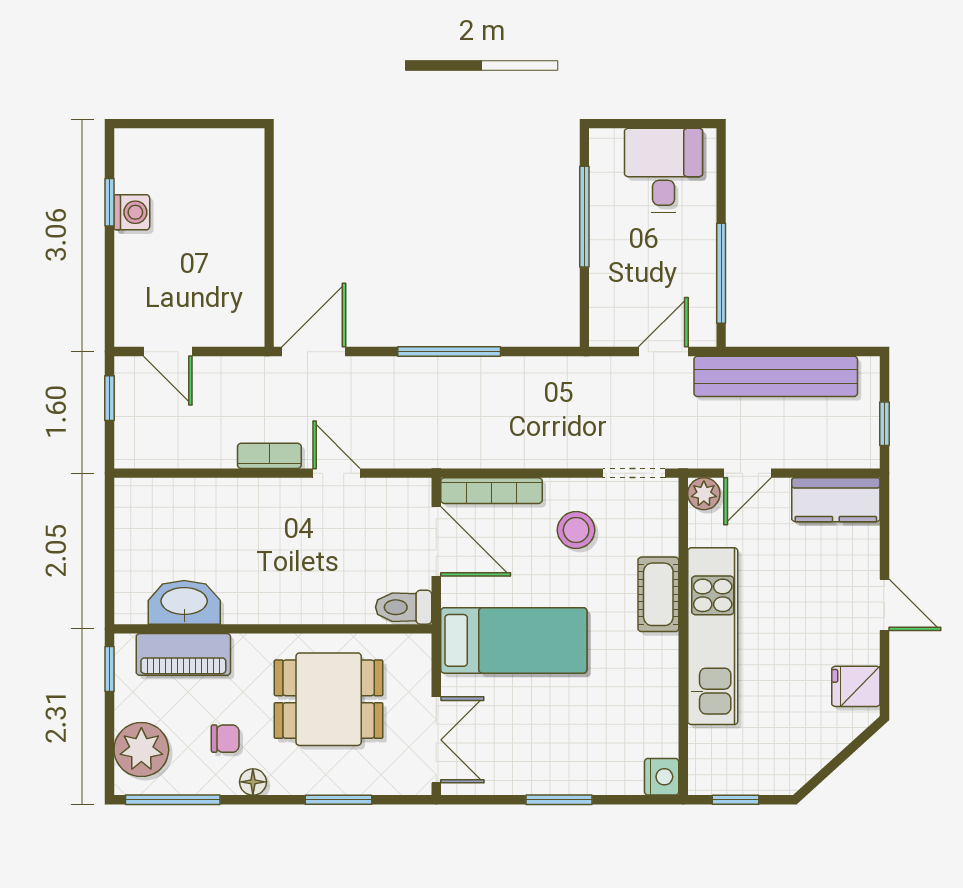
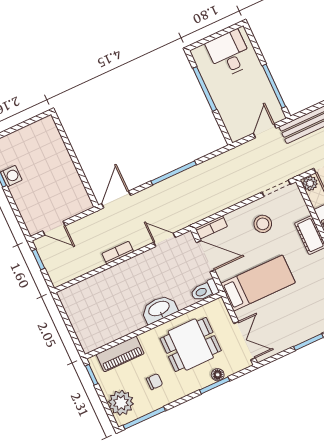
door: (337, 473) -> (164, 240), moved
bookcase: (491, 491) -> (211, 227), width x0.64
washbasin: (184, 602) -> (159, 309), moved
floor lamp: (253, 782) -> (218, 375), moved

